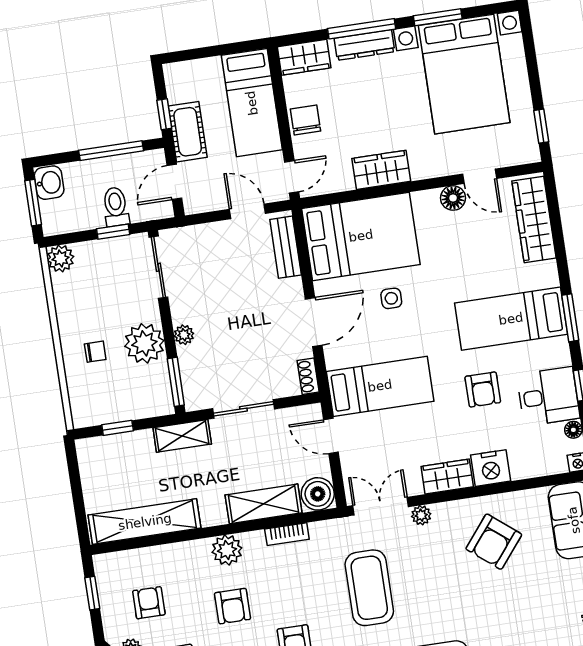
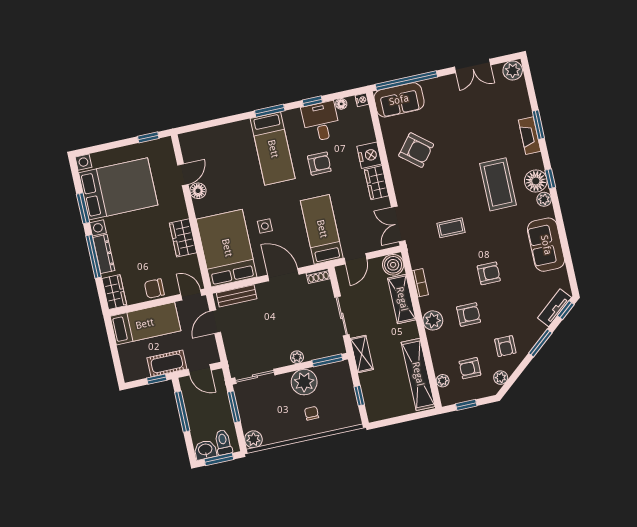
toilet: (116, 207) -> (223, 442), moved, turned 90
wardrobe: (534, 220) -> (208, 138), removed
window: (113, 232) -> (234, 407), width x1.50
plant: (421, 515) -> (443, 381), moved
coffee table: (369, 588) -> (451, 228), width x0.54, depth x0.58

